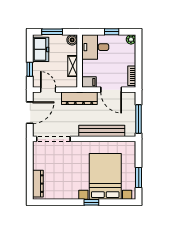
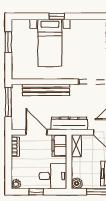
shelving: (73, 66) -> (76, 146), moved
filing cabinet: (89, 82) -> (59, 146), width x2.00
bed with nightstands: (105, 176) -> (50, 43), width x0.73

